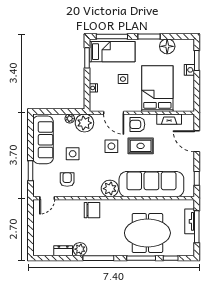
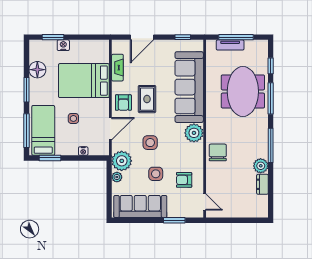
side table: (111, 146) -> (150, 143), moved

